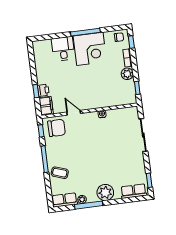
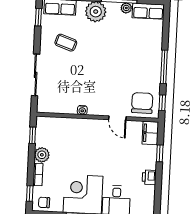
printer: (43, 90) -> (149, 177), moved
chair: (57, 128) -> (142, 103), turned 90
coffee table: (60, 173) -> (66, 43), moved

